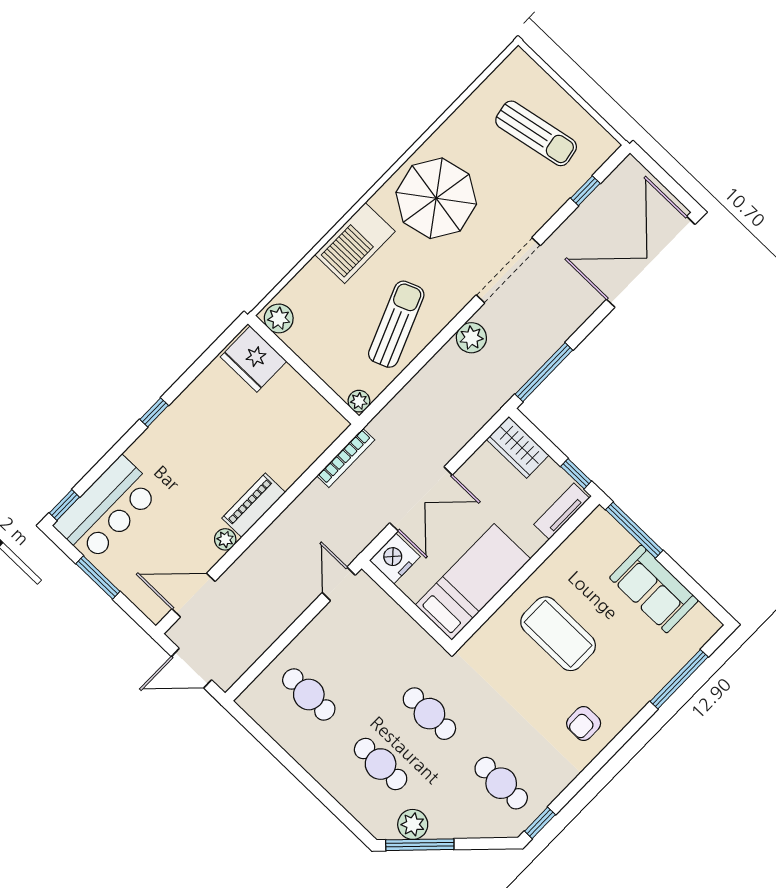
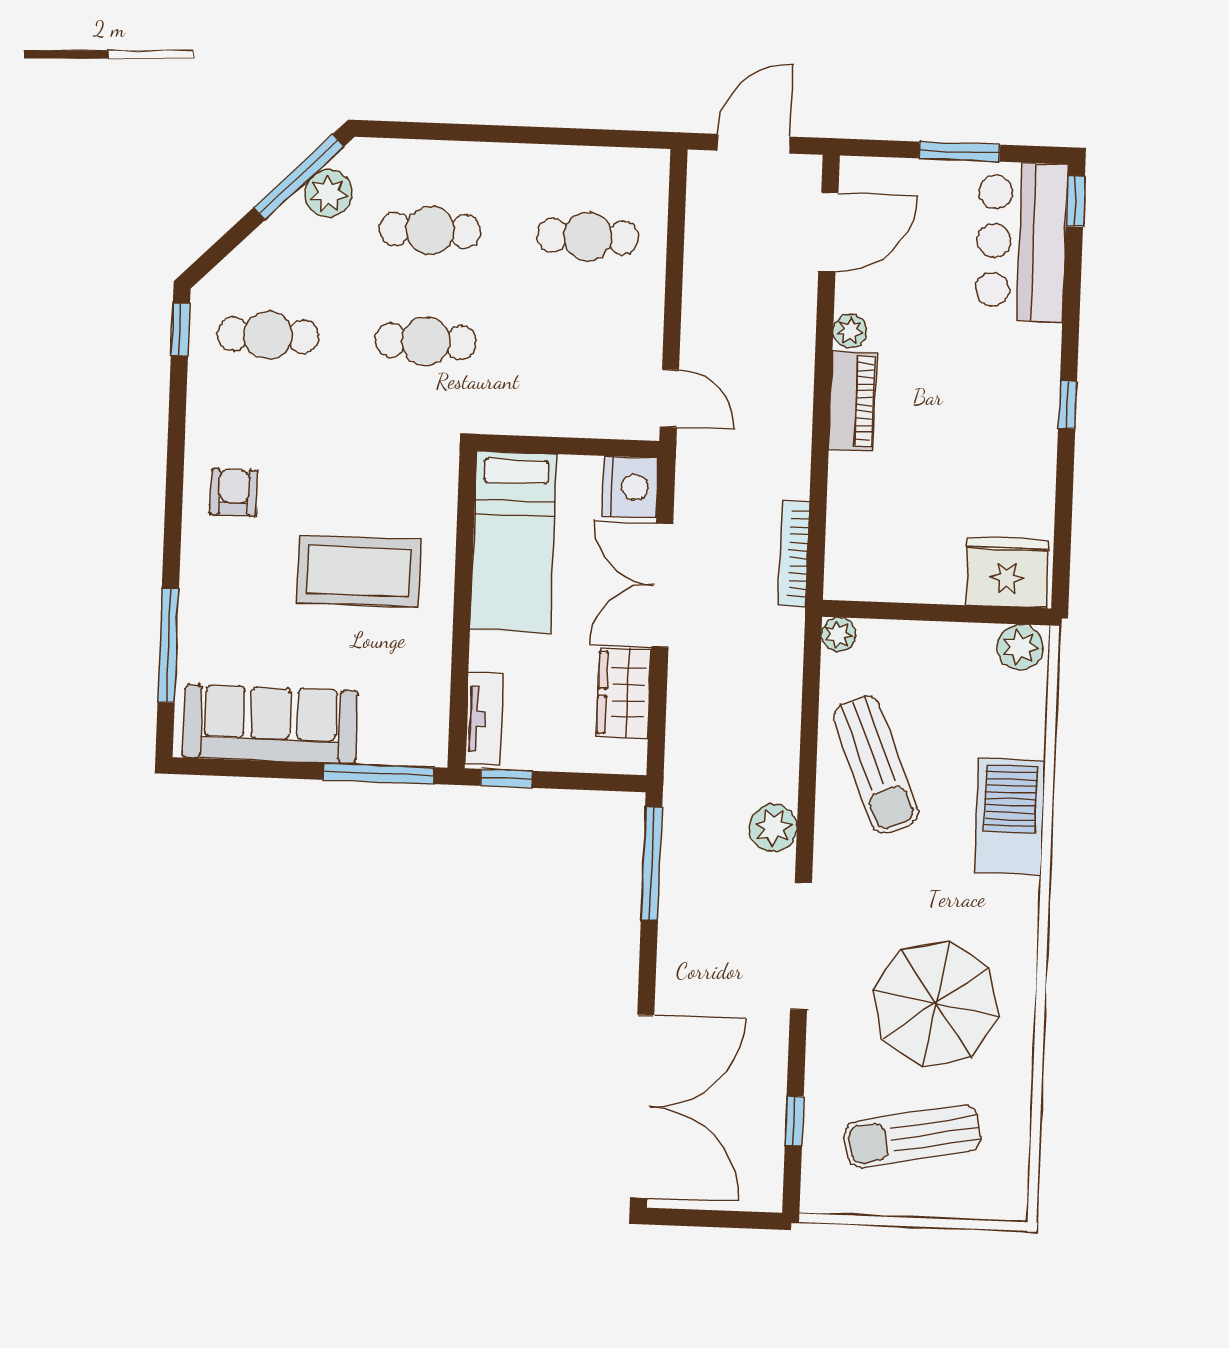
parasol: (436, 198) -> (936, 1003), moved
wardrobe: (518, 447) -> (624, 693), moved, turned -90
sofa: (654, 589) -> (270, 724), width x1.36

